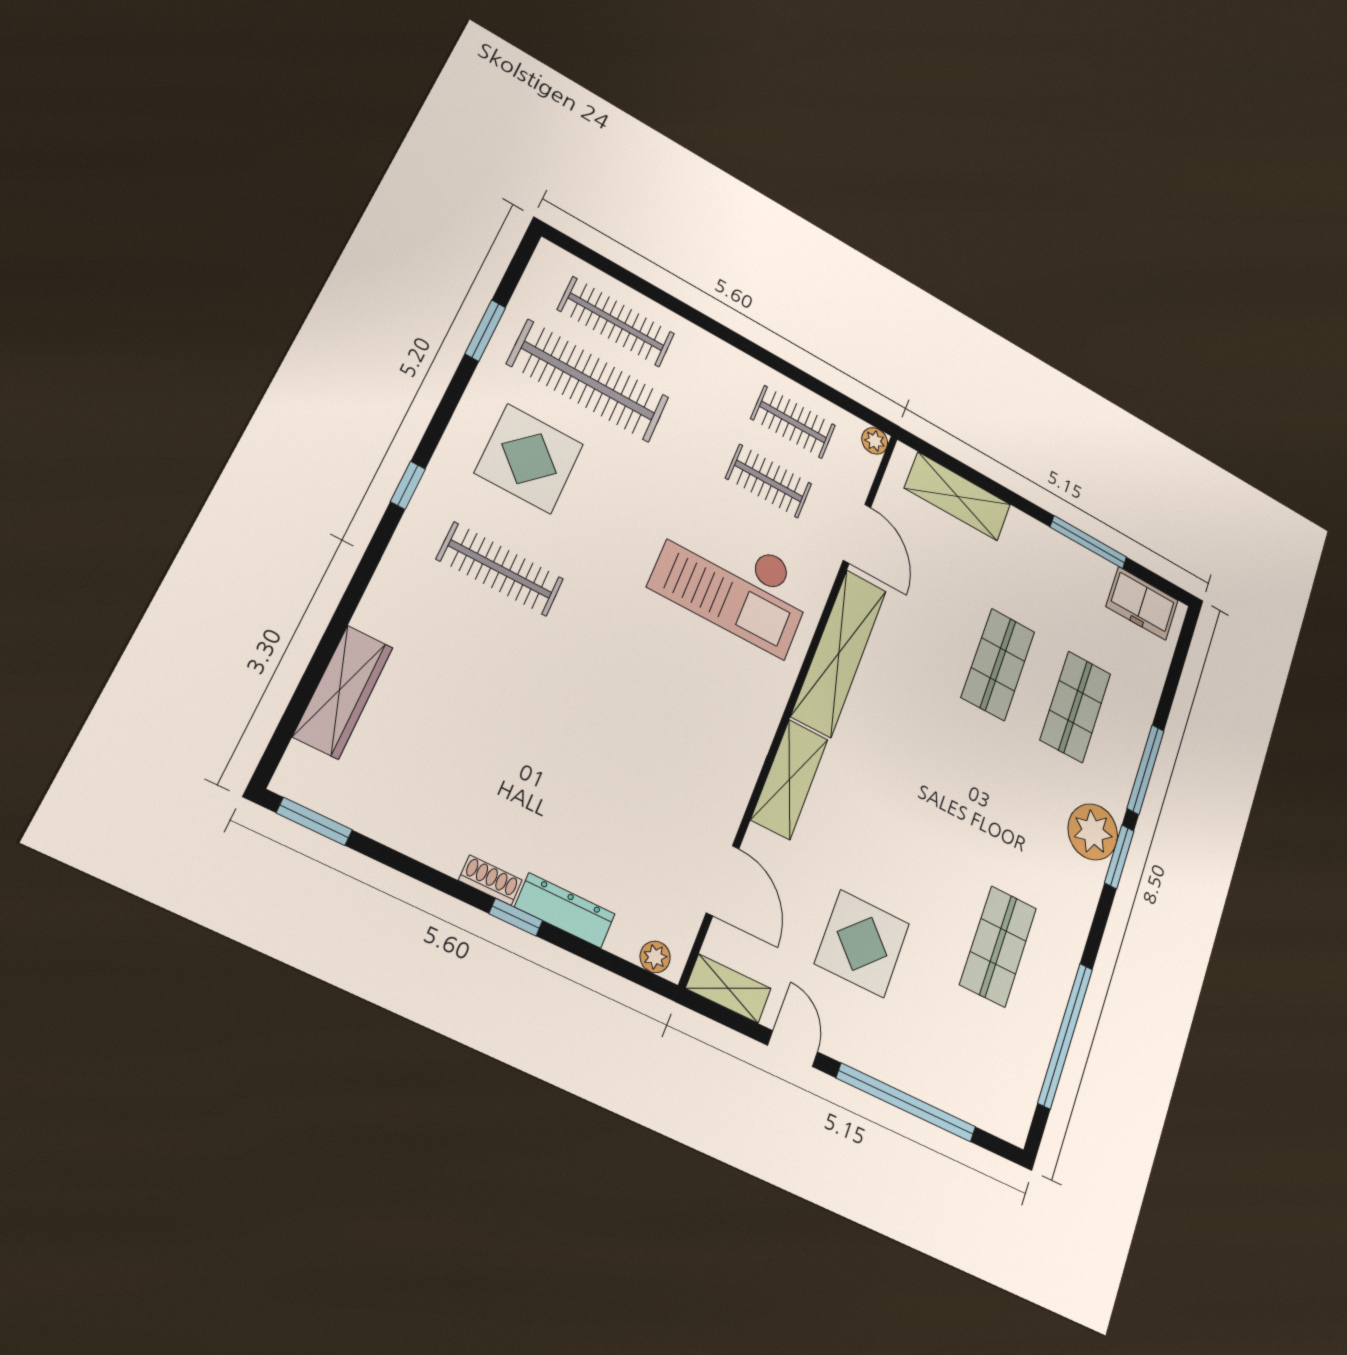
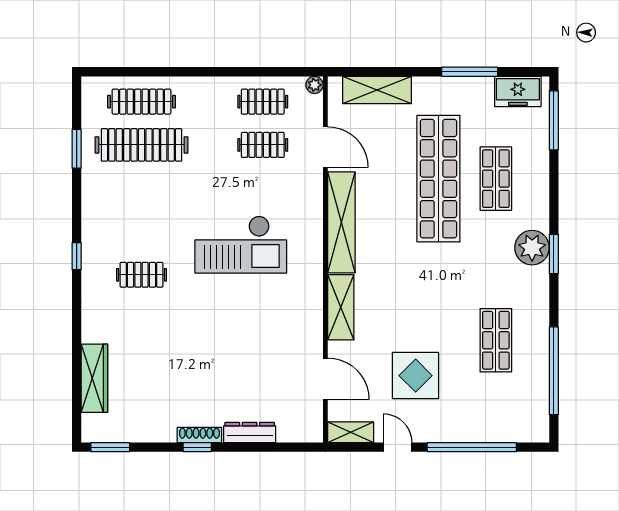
display table: (529, 459) -> (130, 207), removed
clothes rail: (500, 569) -> (141, 275), width x0.73
checkout: (733, 582) -> (241, 245), moved
shop shelf: (998, 664) -> (438, 179), width x2.00, depth x1.36
window: (1146, 769) -> (554, 120), moved
shoe rack: (490, 880) -> (199, 435), width x1.43
window: (516, 917) -> (197, 447), moved
plant: (655, 957) -> (305, 434), removed

